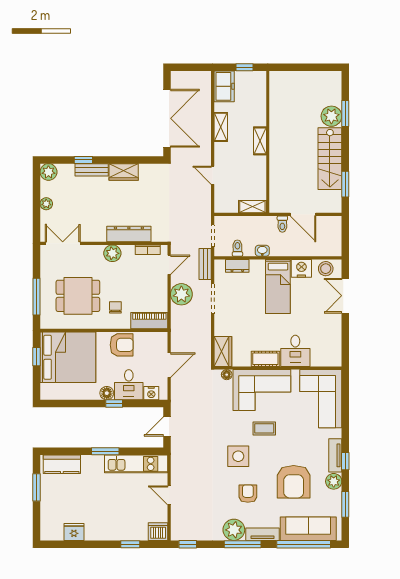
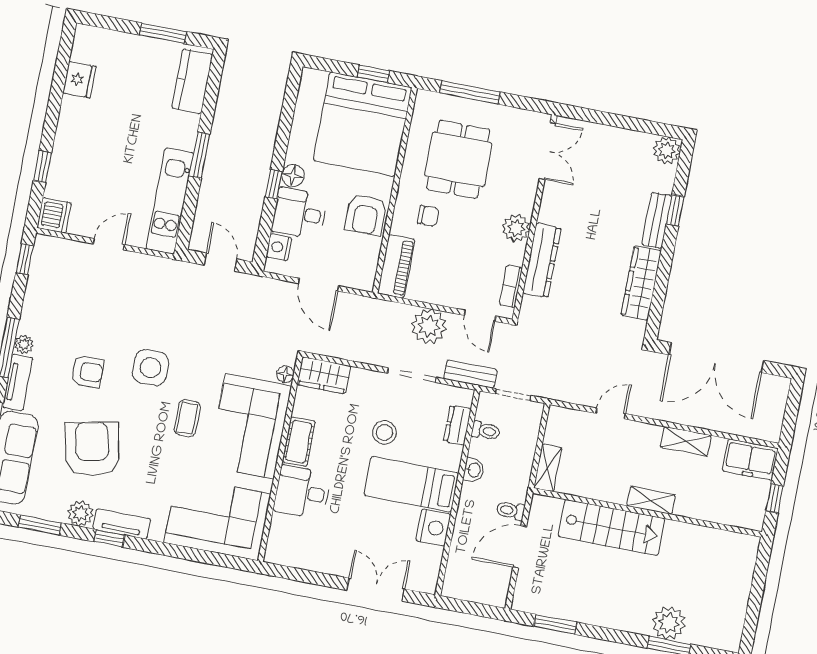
stairs: (330, 159) -> (611, 528), moved, turned 180
wardrobe: (124, 172) -> (641, 283), width x1.50
plant: (46, 204) -> (616, 137), removed
stool: (326, 269) -> (384, 432), moved
armchair: (294, 482) -> (92, 449), turned 78
plant: (234, 530) -> (24, 344), width x0.53, depth x0.53

